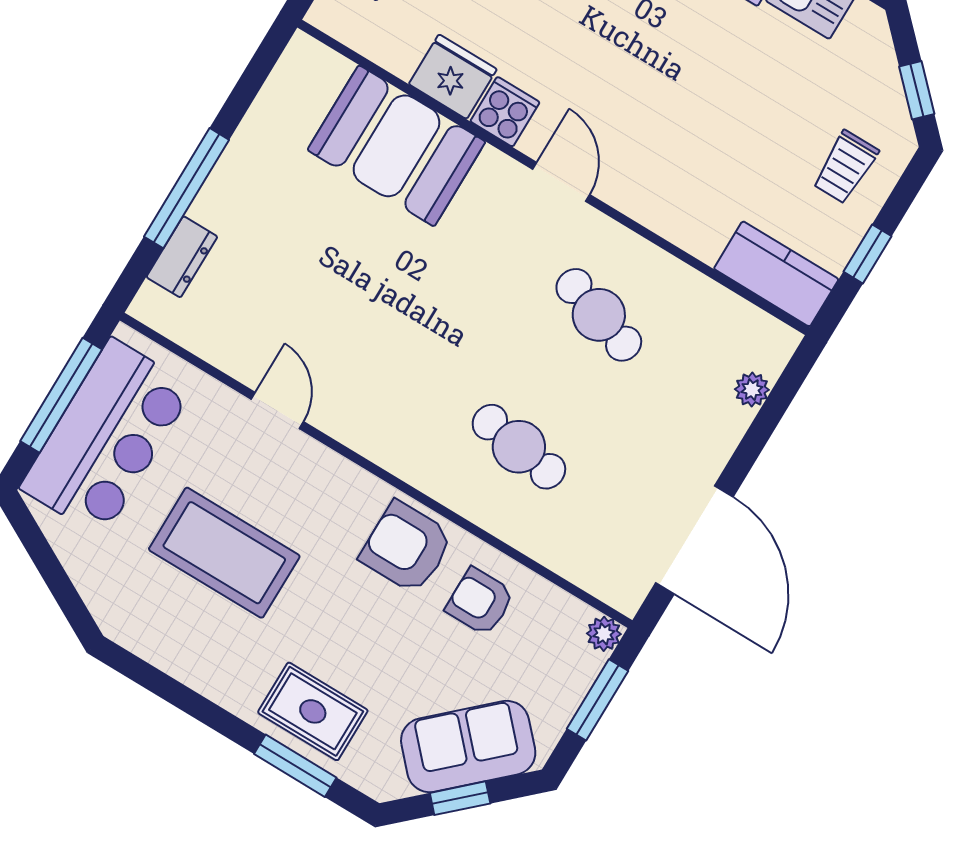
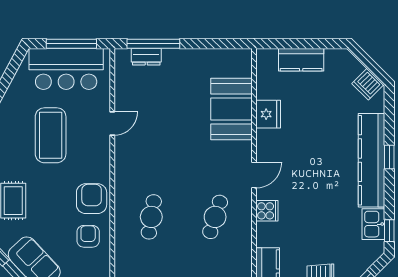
cooker: (505, 112) -> (267, 211), moved
window: (187, 188) -> (153, 44), moved

